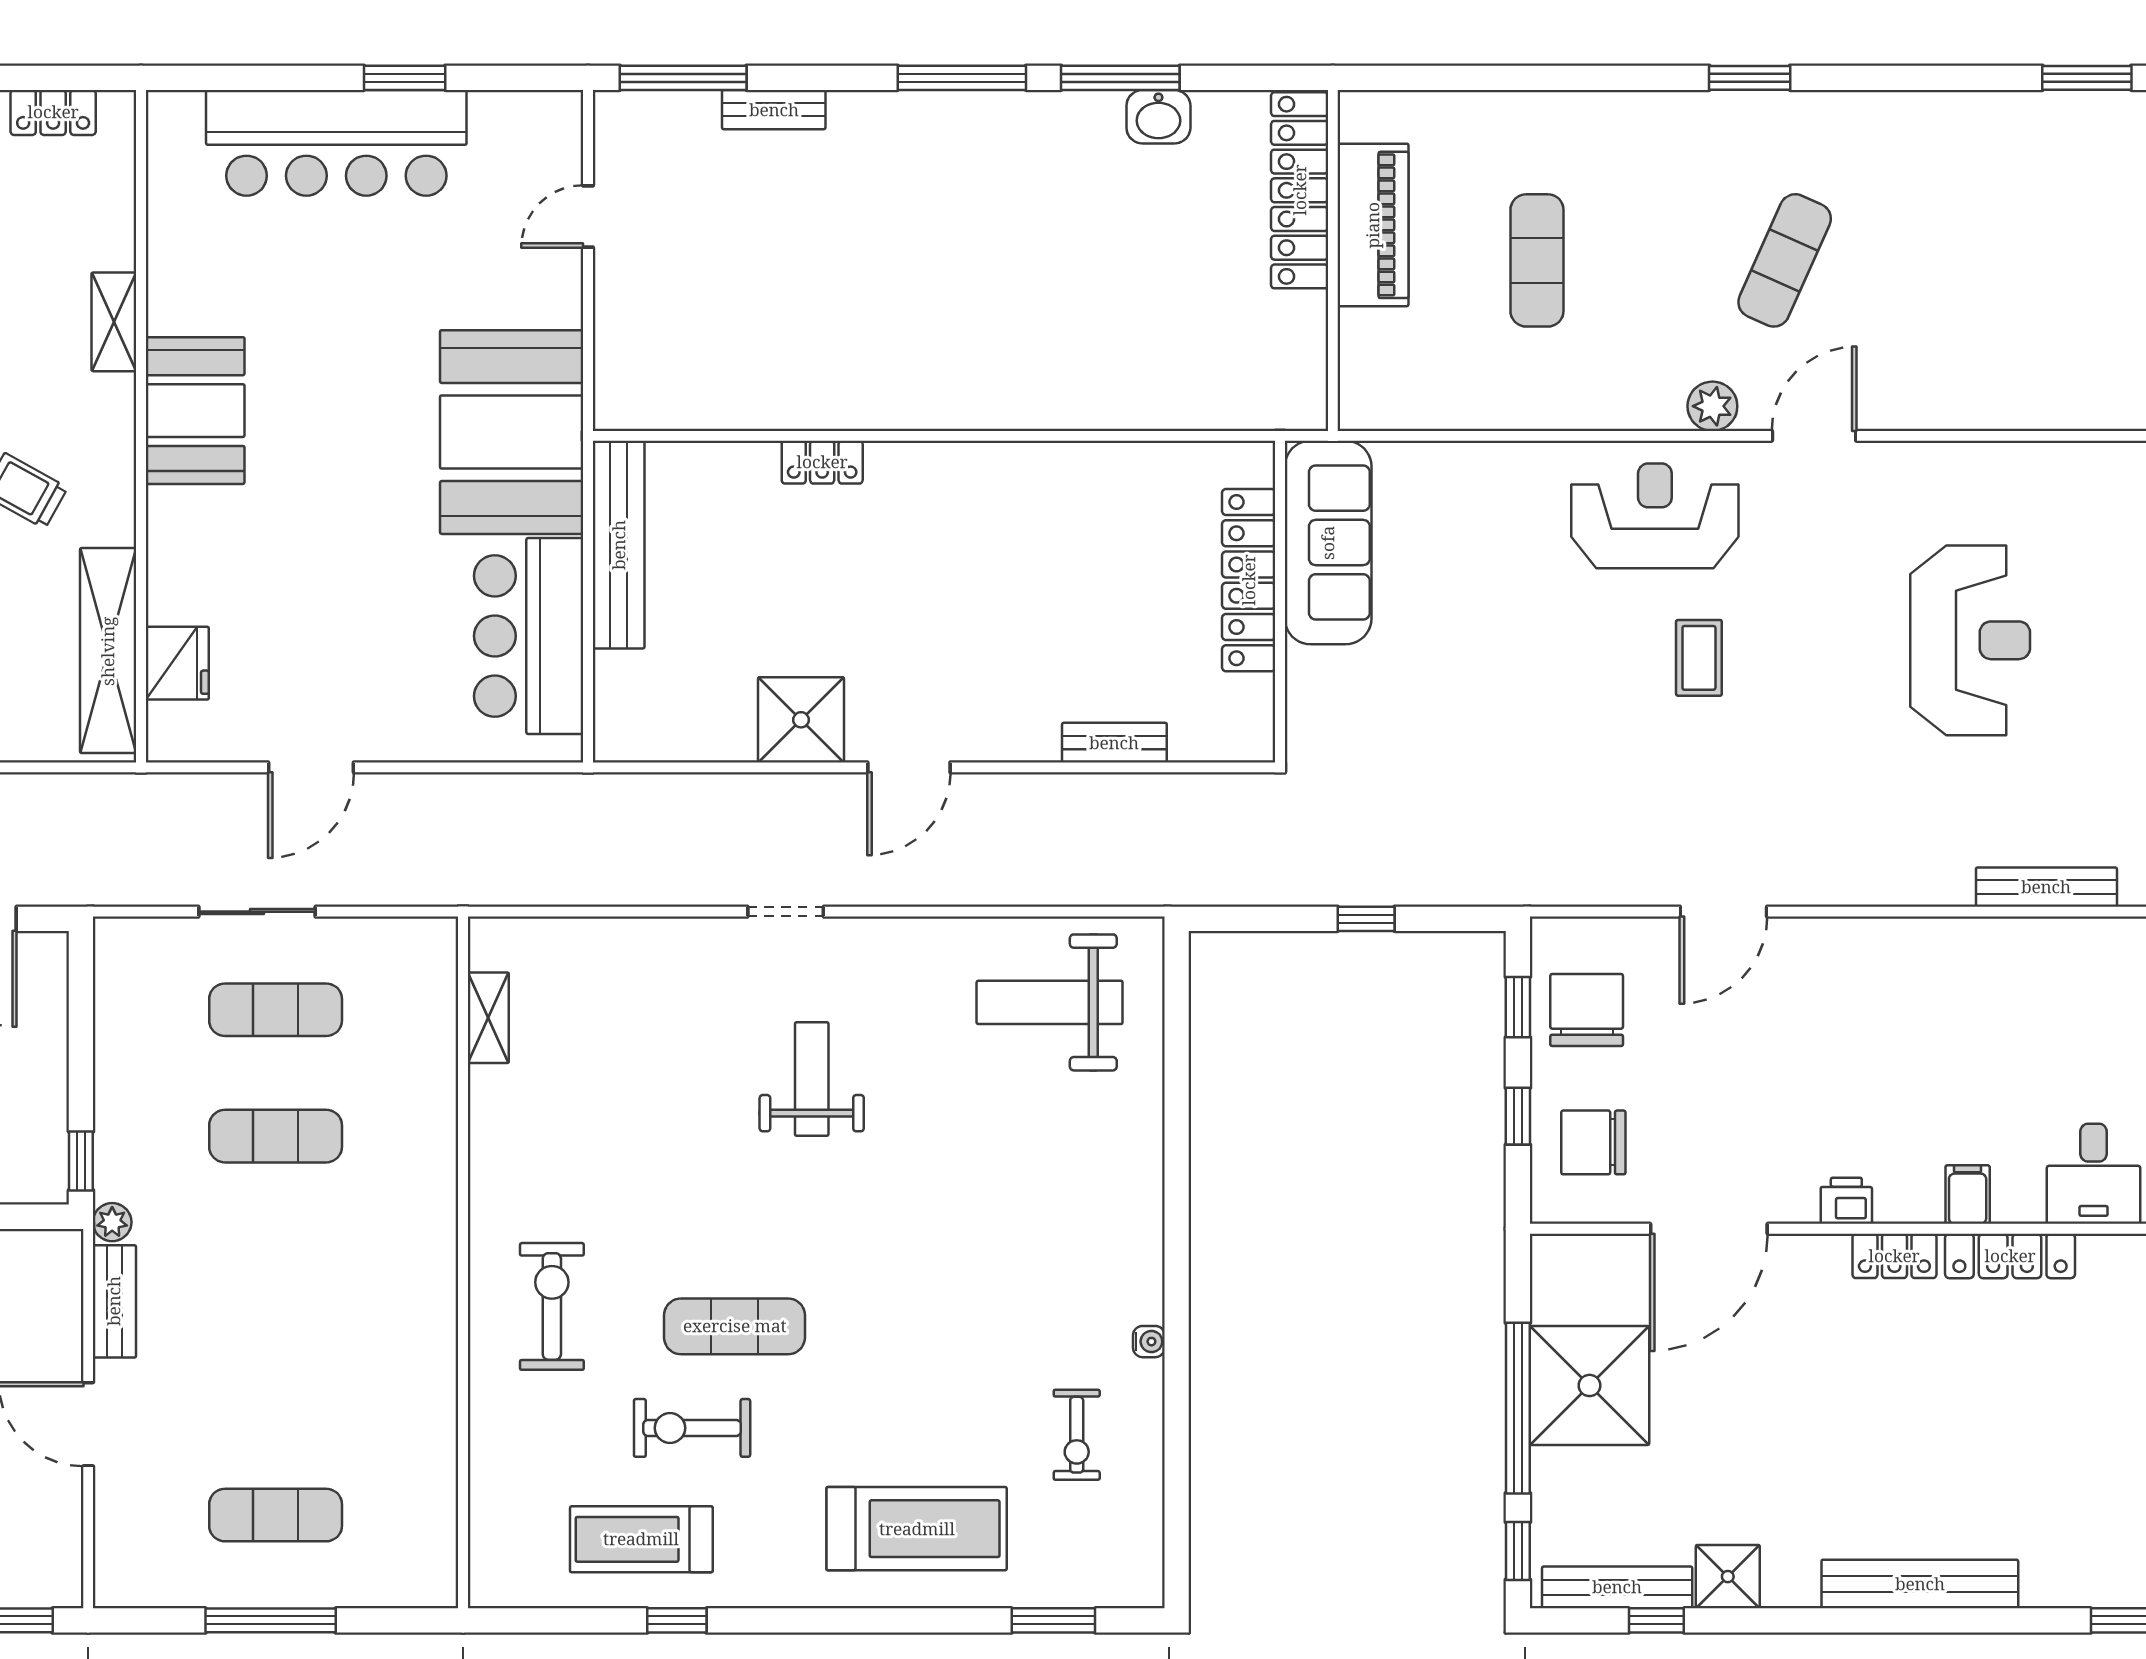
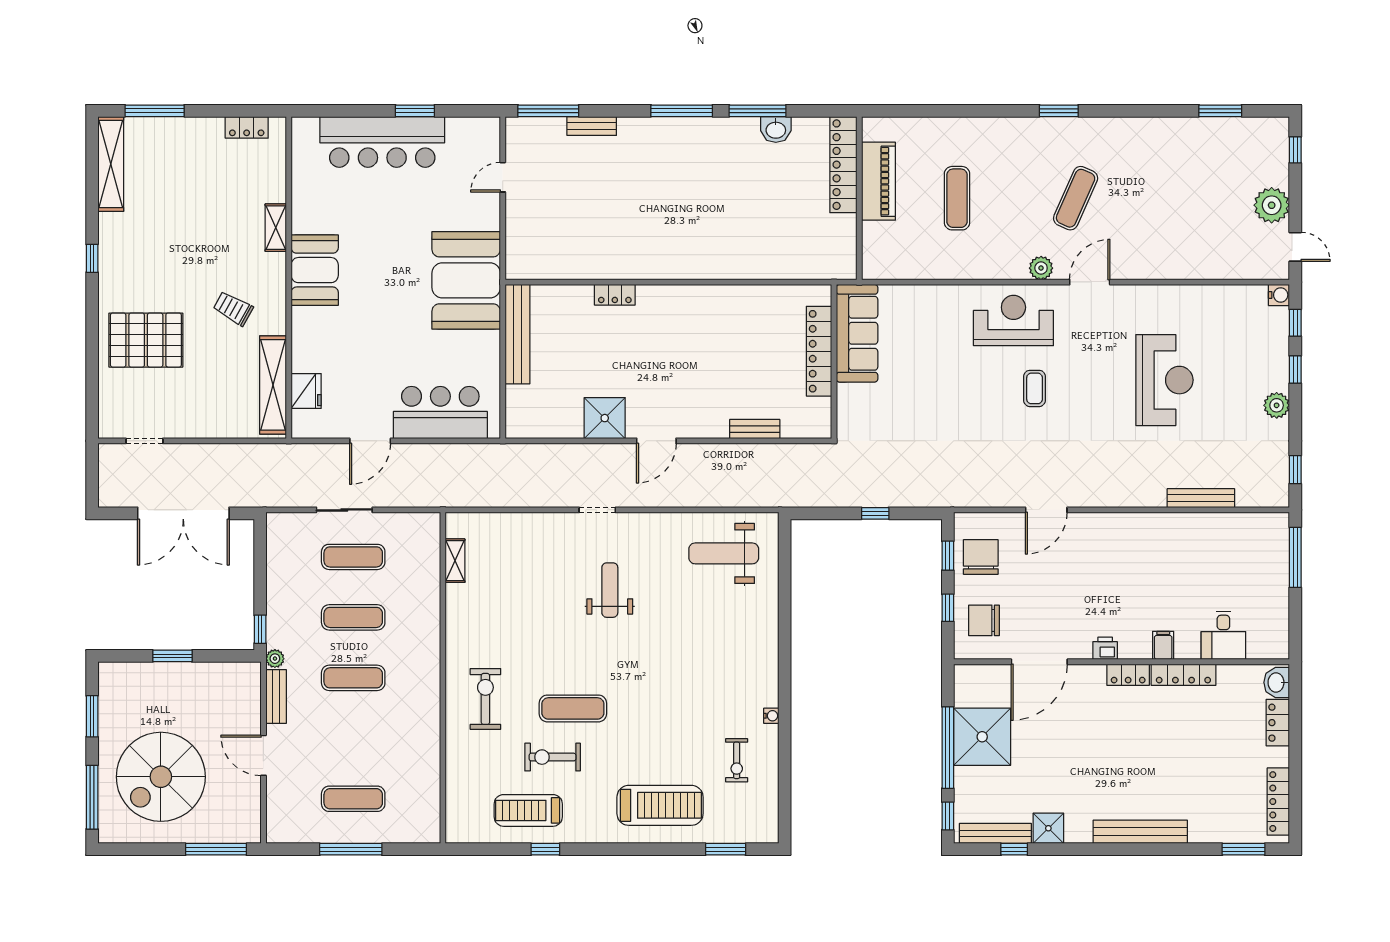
bar counter: (529, 636) -> (440, 412), moved, turned 90
exercise mat: (276, 1262) -> (353, 678), added

